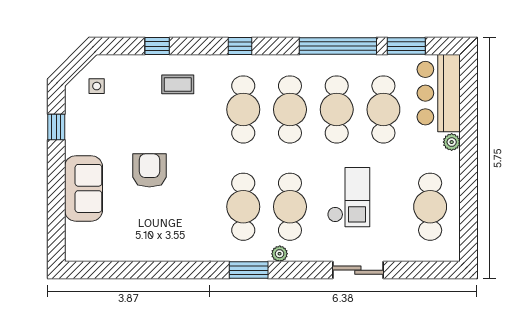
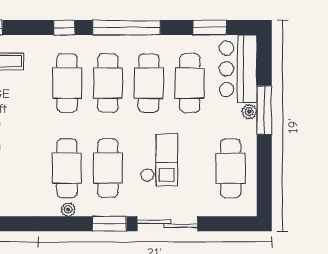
window: (338, 46) -> (126, 28), moved
window: (469, 140) -> (264, 110), added
plant: (280, 254) -> (68, 209), moved
window: (249, 270) -> (109, 224), moved
sliding door: (358, 270) -> (167, 224), width x1.37

